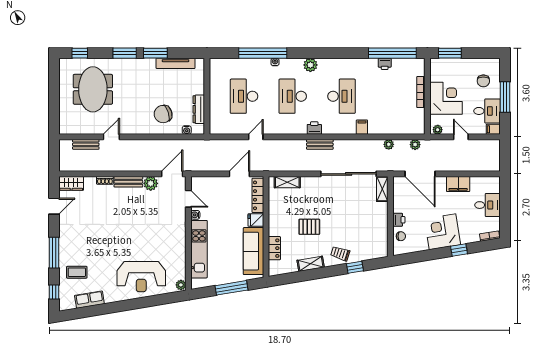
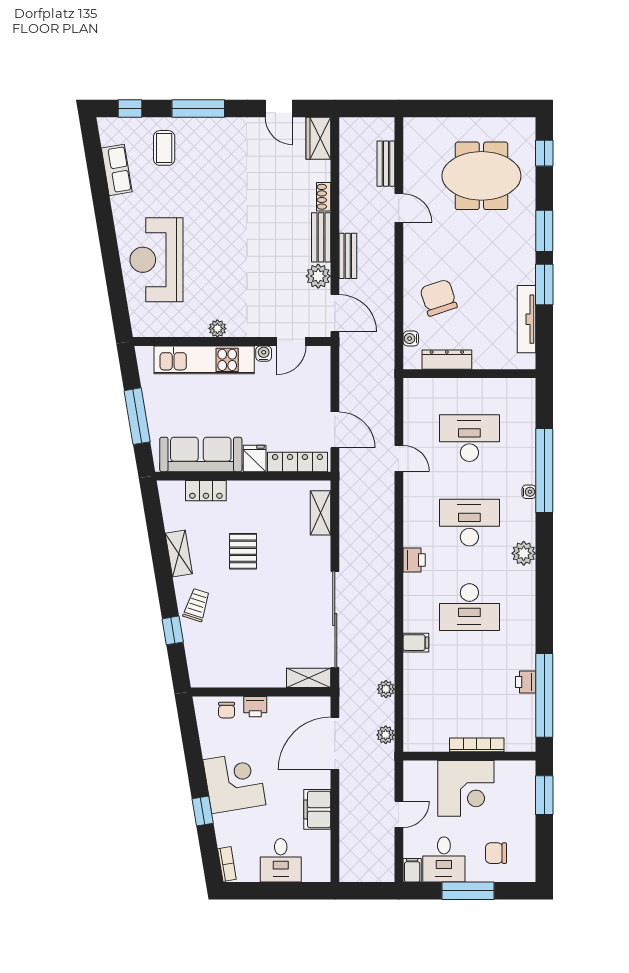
plant: (438, 130) -> (411, 774), removed
bench: (320, 144) -> (348, 256), moved
plant: (181, 285) -> (217, 328), moved

